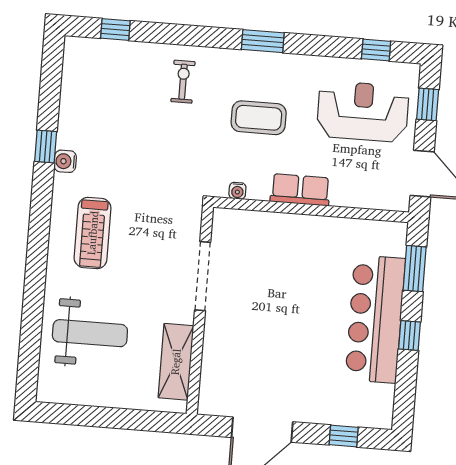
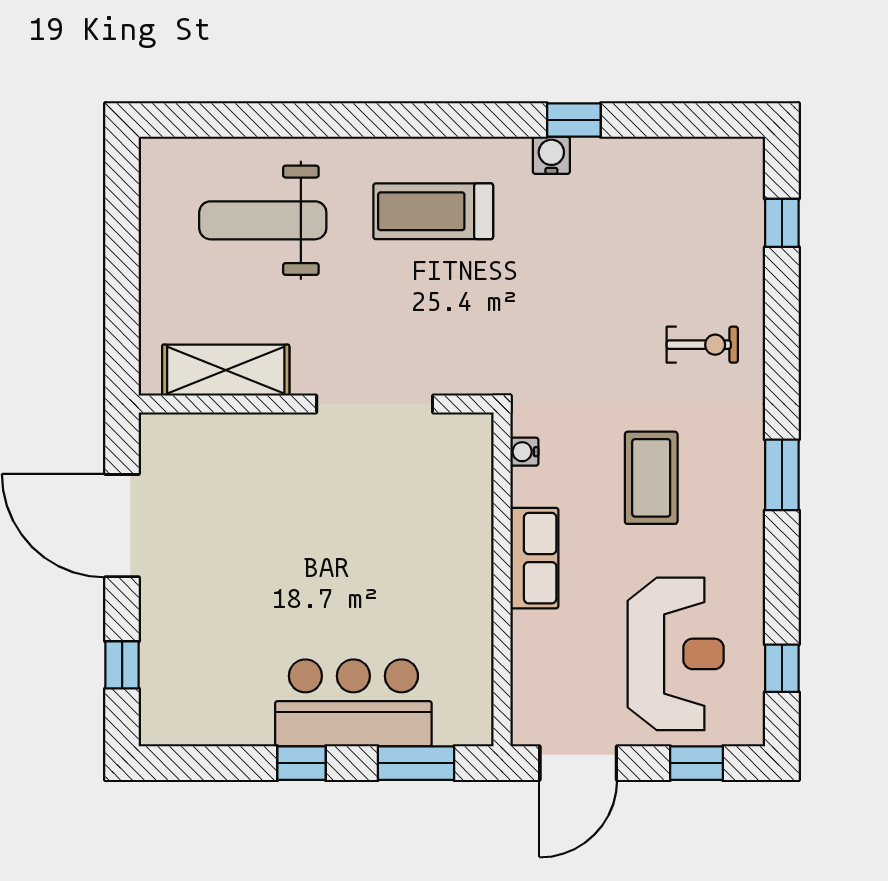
bar counter: (375, 319) -> (353, 703), width x0.73
weight bench: (90, 333) -> (263, 220), turned 90

